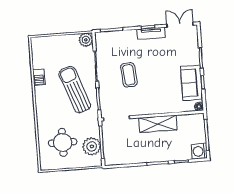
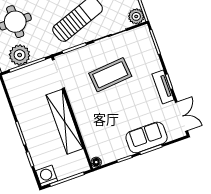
coffee table: (129, 75) -> (110, 75), width x1.36, depth x1.32
sofa: (192, 83) -> (147, 138), moved
shelving: (158, 124) -> (65, 122), width x1.47

